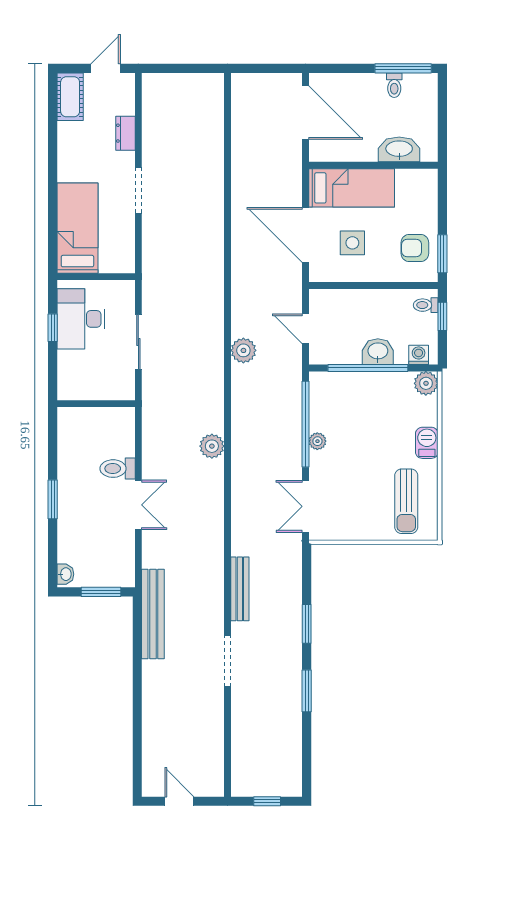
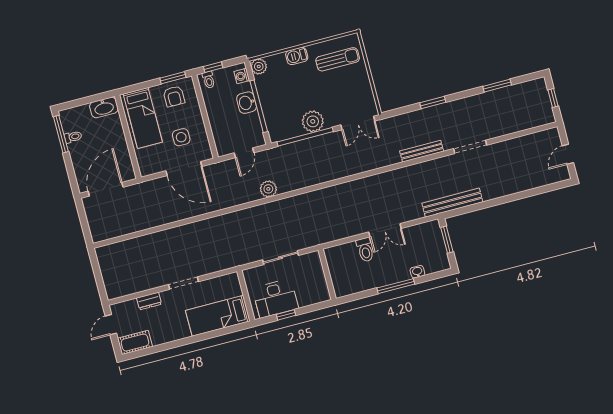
door: (106, 68) -> (111, 325), hinge flipped
washbasin: (399, 149) -> (104, 107), moved, turned -90
bed: (352, 188) -> (143, 118), moved, turned 180
door: (305, 235) -> (184, 169), hinge flipped
plant: (317, 441) -> (313, 121), width x1.87, depth x1.87
plant: (212, 446) -> (335, 193), removed
window: (53, 499) -> (396, 286), width x1.44
double door: (138, 505) -> (385, 230), swing flipped
washbasin: (65, 574) -> (417, 272), moved
window: (307, 691) -> (497, 86), moved

